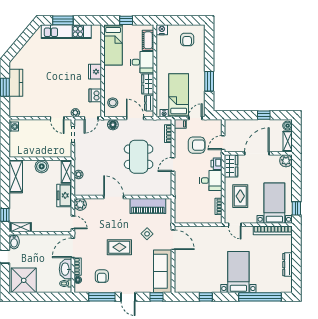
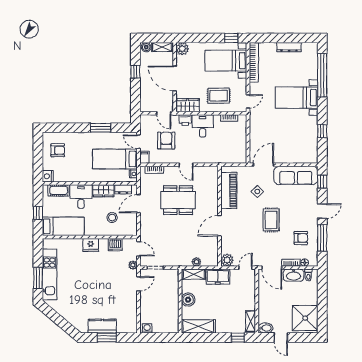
stool: (113, 103) -> (112, 217), moved
floor lamp: (113, 125) -> (145, 227), removed

